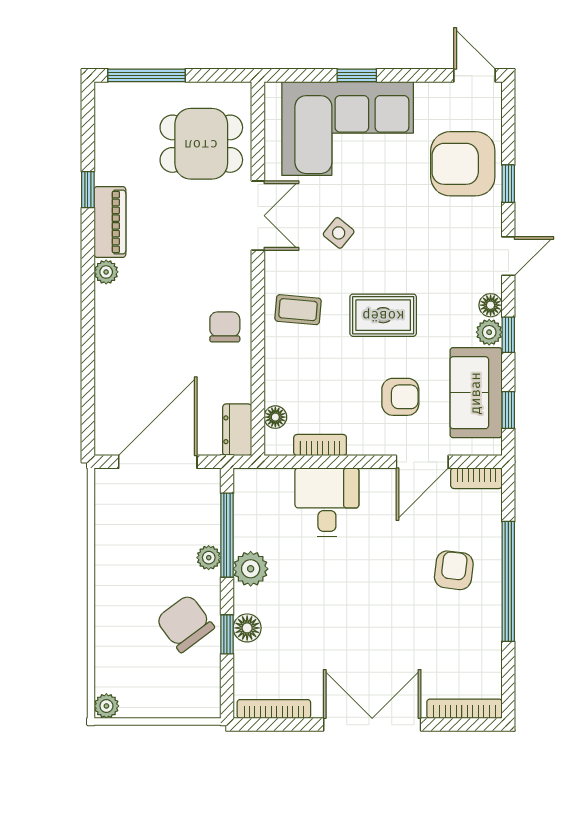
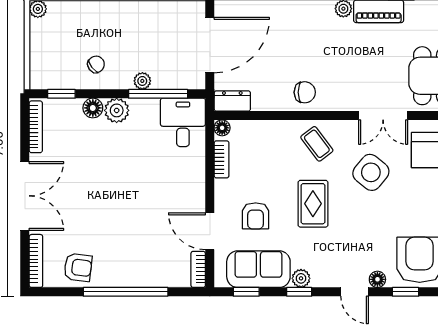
side table: (339, 233) -> (371, 172), width x1.87, depth x1.87
floor lamp: (491, 305) -> (377, 279), moved
coffee table: (298, 310) -> (317, 144), turned -42
floor lamp: (275, 417) -> (222, 128), moved
door: (158, 462) -> (210, 45), hinge flipped
desk: (327, 502) -> (183, 122), moved, turned -90
plant: (251, 569) -> (117, 110), moved
armchair: (454, 570) -> (78, 267), moved
chair: (185, 623) -> (96, 64), width x0.54, depth x0.54
window: (227, 634) -> (61, 94), moved

